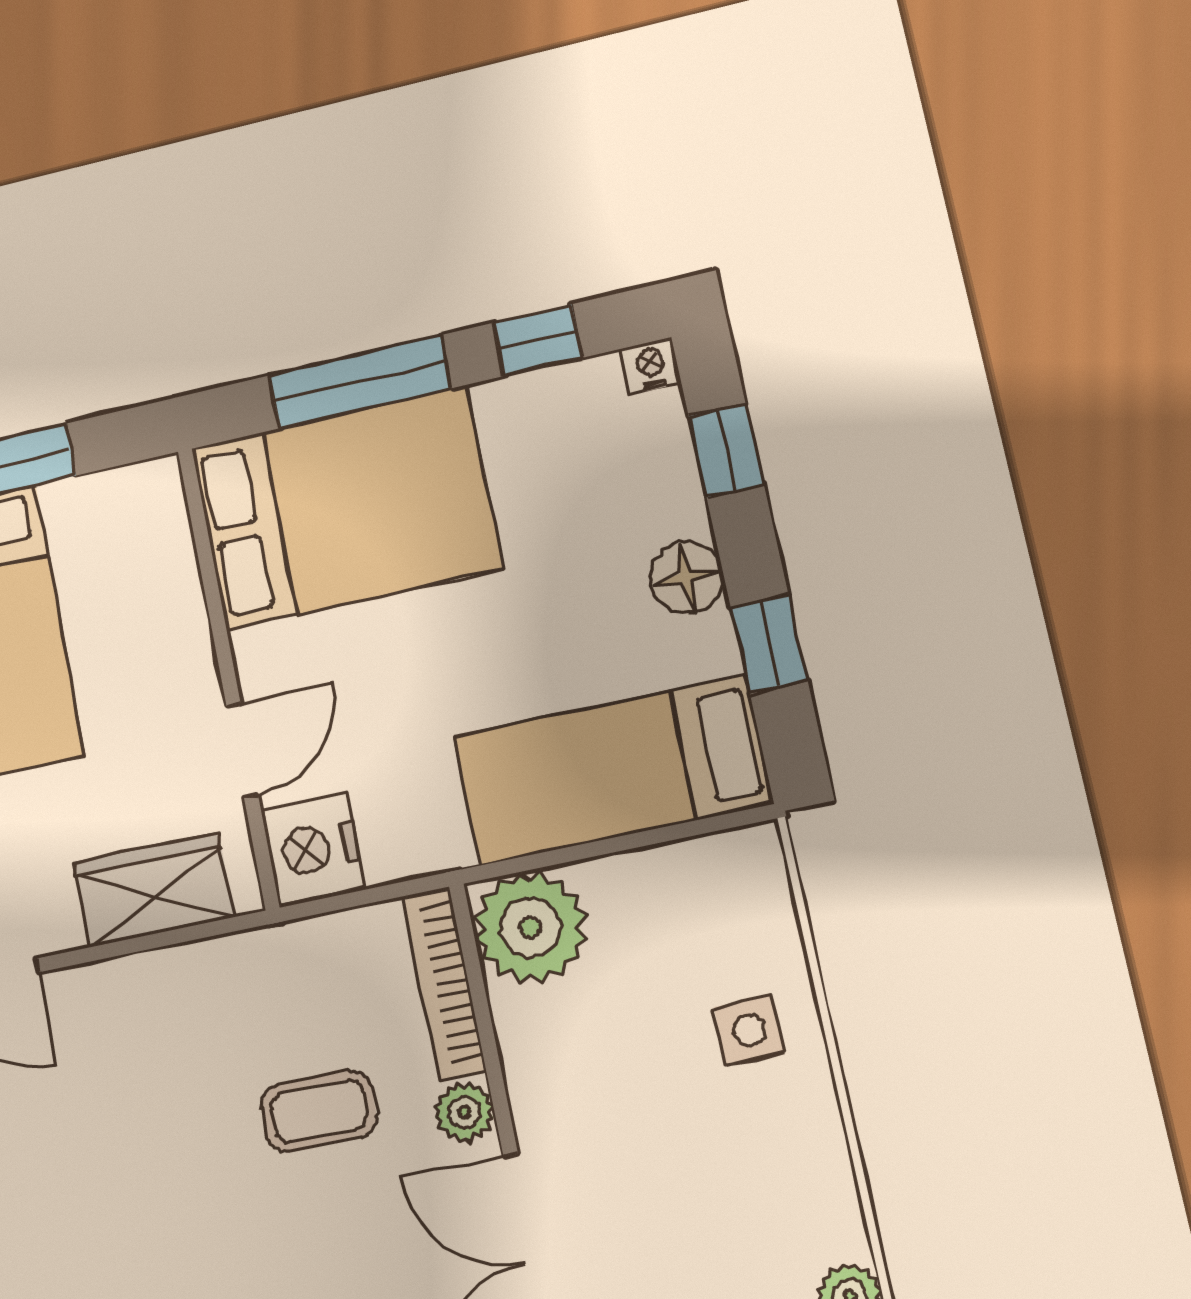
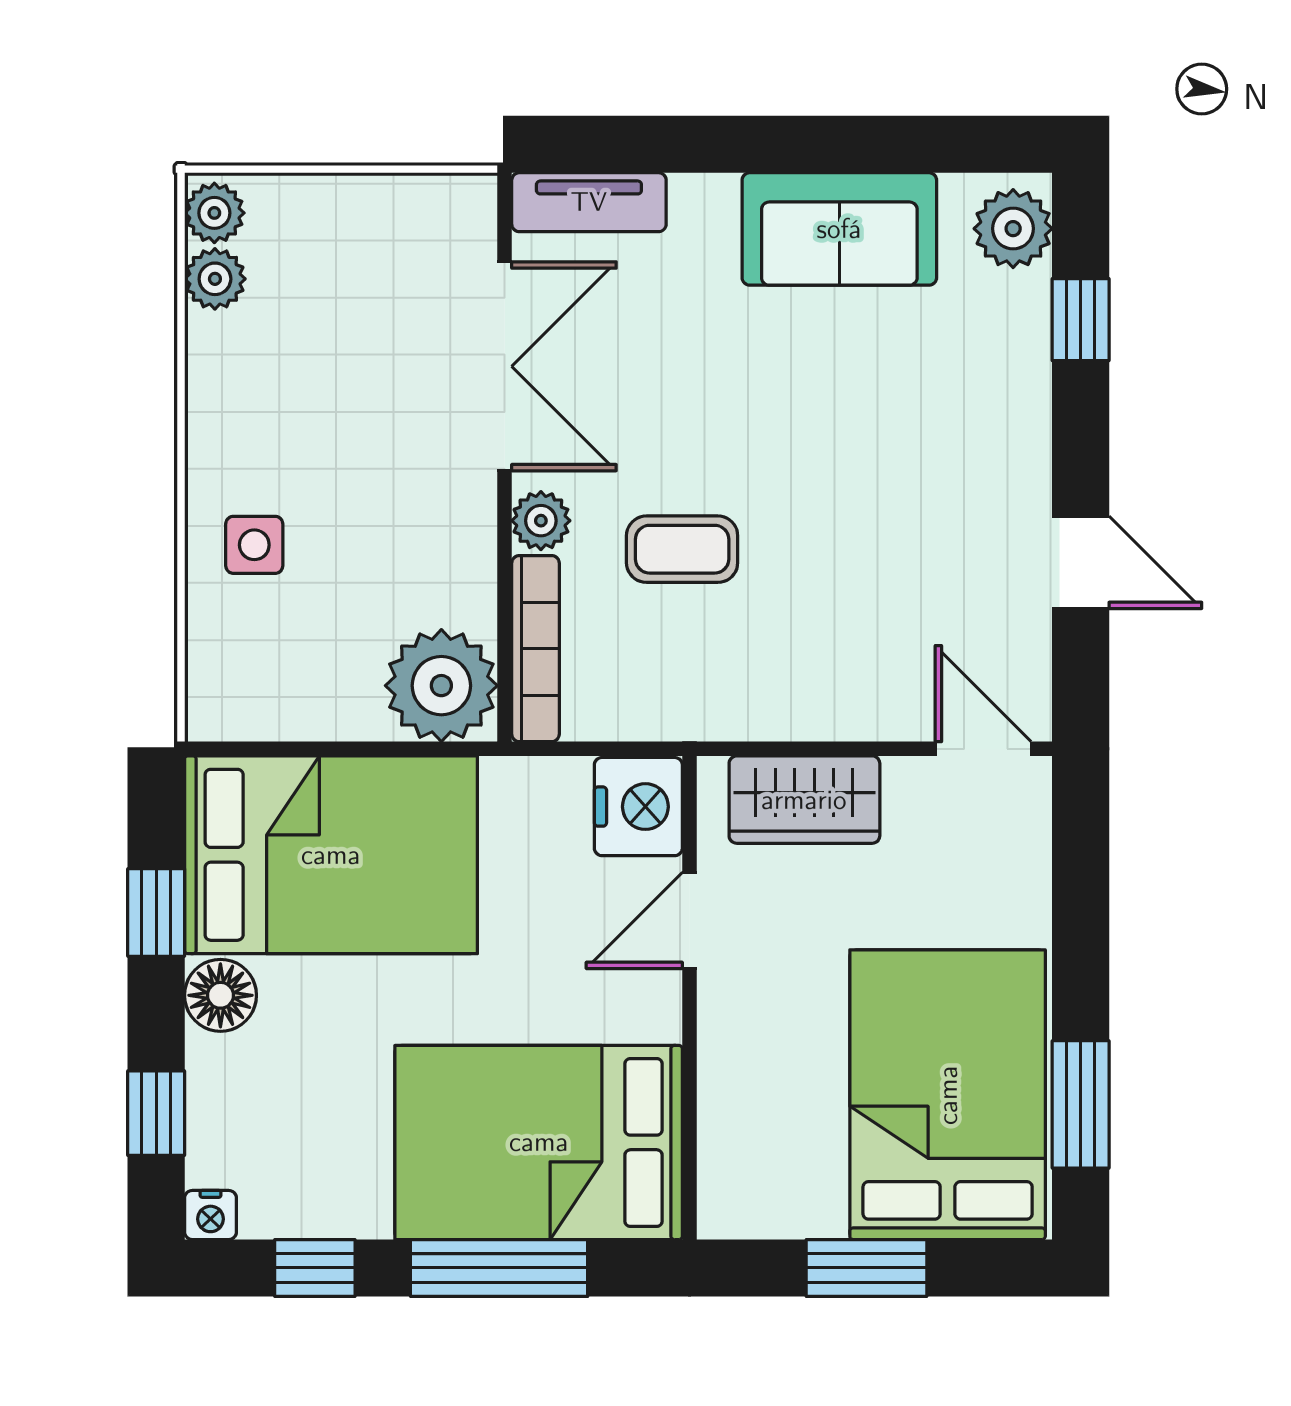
bed: (613, 770) -> (331, 855), width x1.50

